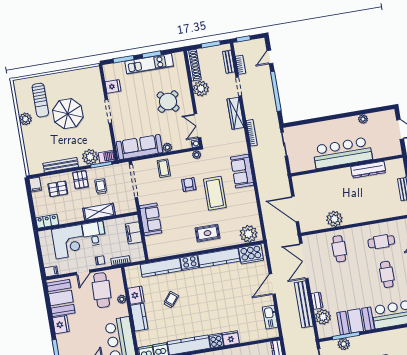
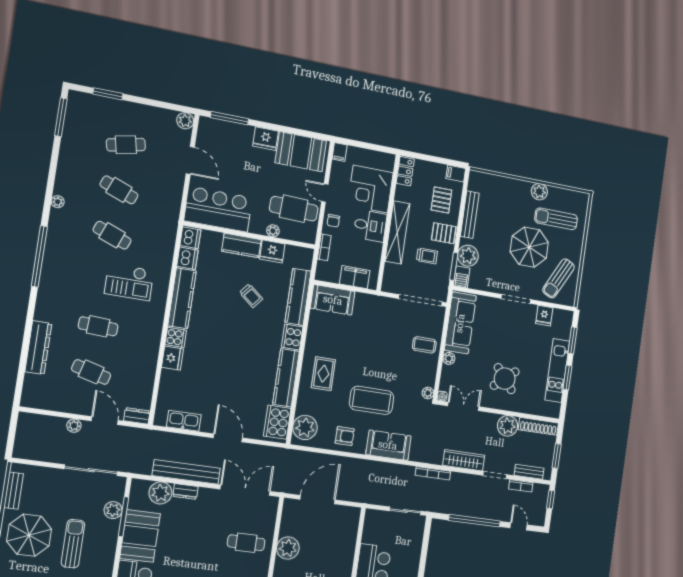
sun lounger: (82, 84) -> (559, 278), added
armchair: (189, 185) -> (345, 436), moved
shelving: (99, 212) -> (397, 232), width x1.47
sofa: (151, 219) -> (333, 300), moved

